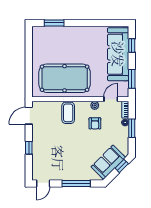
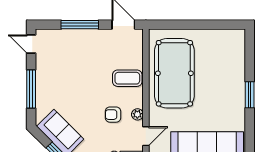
window: (54, 23) -> (250, 95), moved
door: (111, 99) -> (146, 136), hinge flipped
window: (29, 148) -> (80, 25), width x2.17

